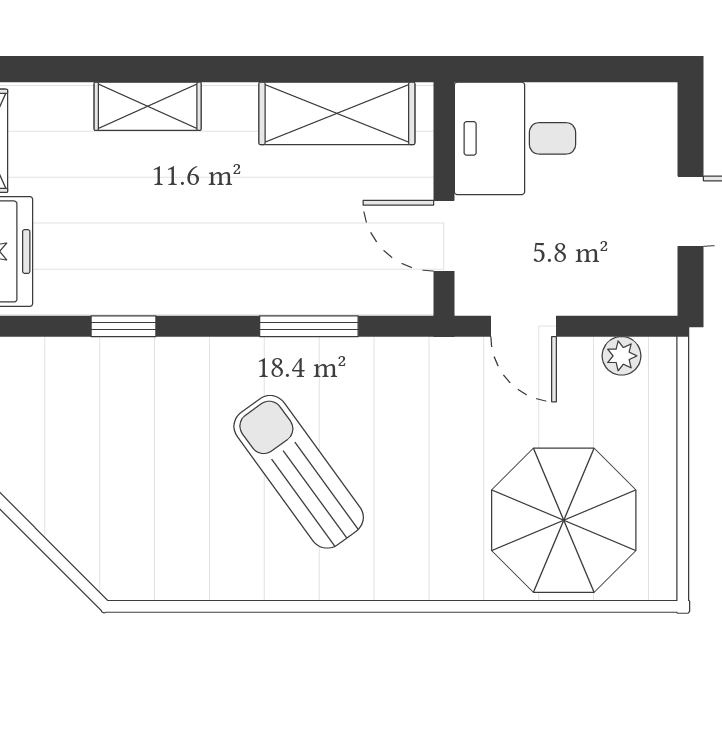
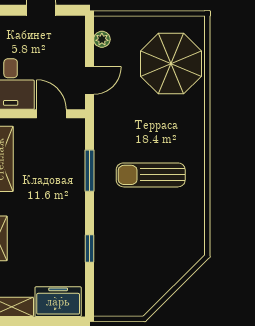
door: (444, 236) -> (51, 114), swing flipped
sun lounger: (299, 472) -> (151, 175), turned 36

